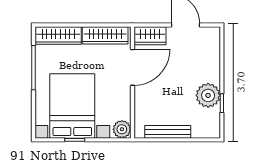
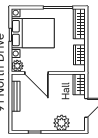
wardrobe: (105, 35) -> (79, 55), width x0.67
door: (132, 67) -> (37, 73), moved
plant: (208, 95) -> (62, 123), moved

